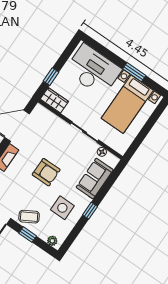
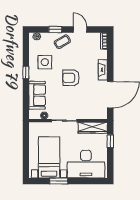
wardrobe: (54, 100) -> (93, 128), width x1.50

